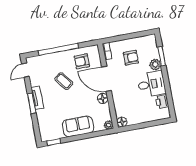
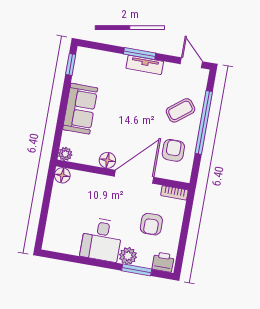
coffee table: (64, 81) -> (180, 110), moved
printer: (162, 102) -> (163, 262), moved

